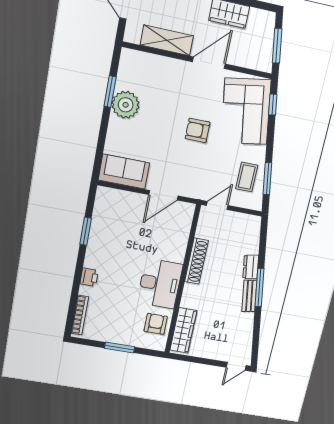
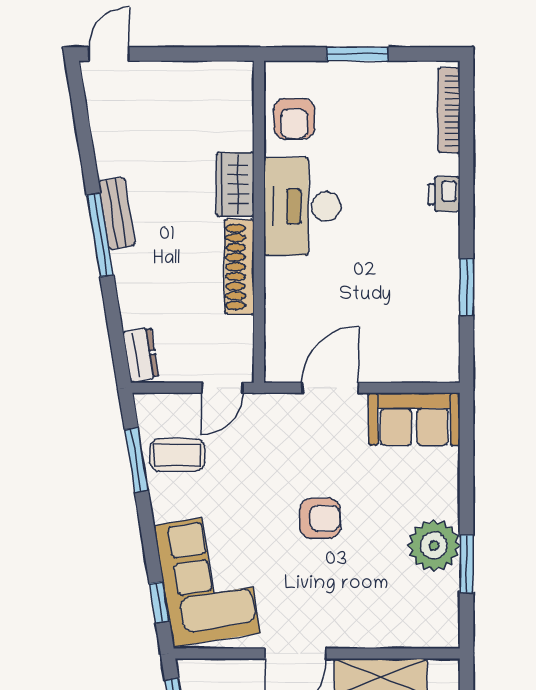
armchair: (198, 130) -> (320, 518), moved
coffee table: (247, 177) -> (177, 455), turned 90
dresser: (251, 267) -> (141, 354), moved
wardrobe: (183, 330) -> (235, 185), moved, width x0.67

